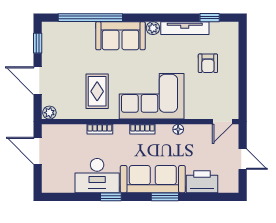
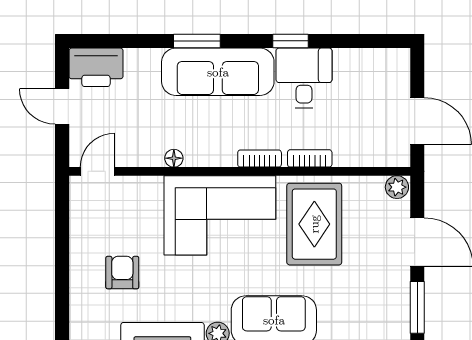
window: (38, 43) -> (417, 307), width x1.50
rug: (97, 91) -> (314, 224), width x1.36, depth x1.43
bookcase: (142, 129) -> (260, 159), moved
desk: (97, 176) -> (304, 78), width x0.73
printer: (202, 182) -> (96, 67), moved

